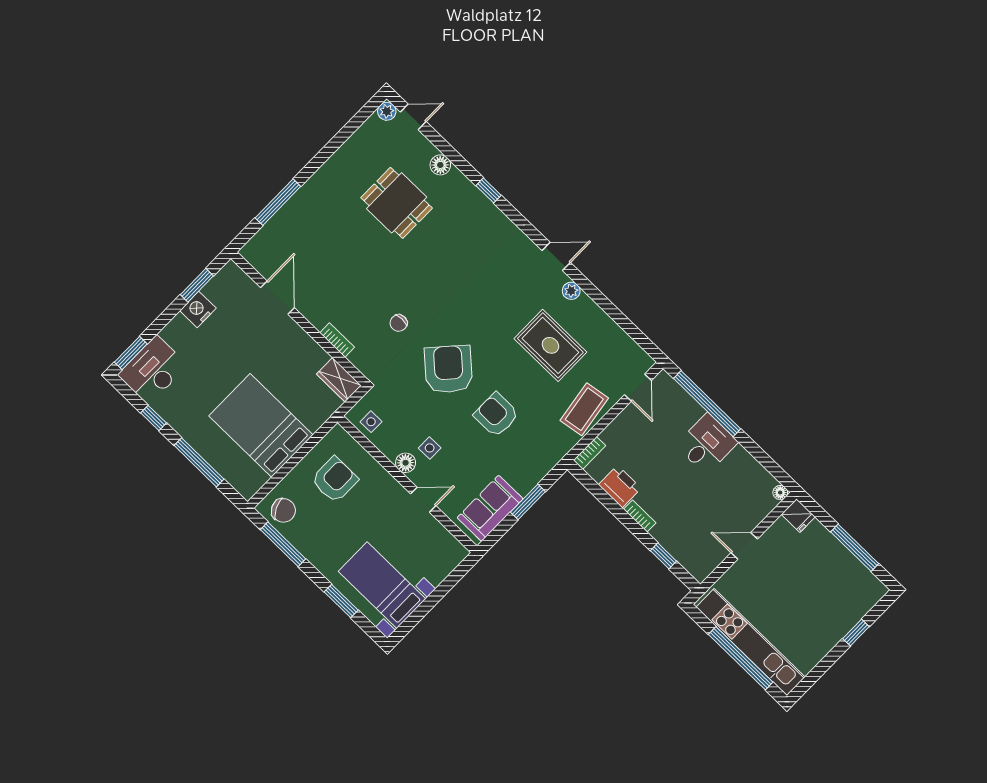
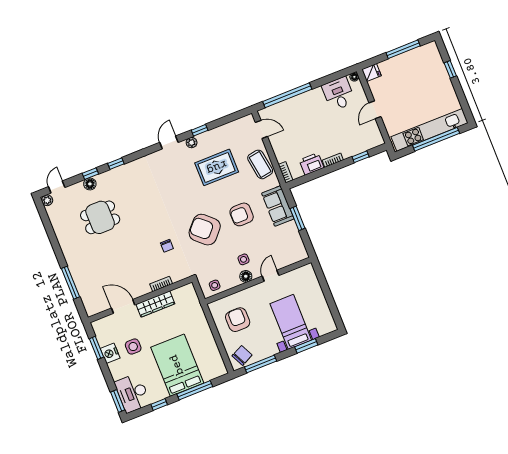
window: (456, 159) -> (90, 174), added
window: (595, 295) -> (200, 130), added
side table: (224, 340) -> (133, 347), added
wardrobe: (339, 380) -> (155, 304), moved, width x1.50
bed: (261, 425) -> (177, 365), moved, turned 90
desk: (707, 444) -> (339, 94), moved
sofa: (490, 508) -> (278, 206), moved
bed with nightstands: (382, 585) -> (291, 322), moved, turned 90

